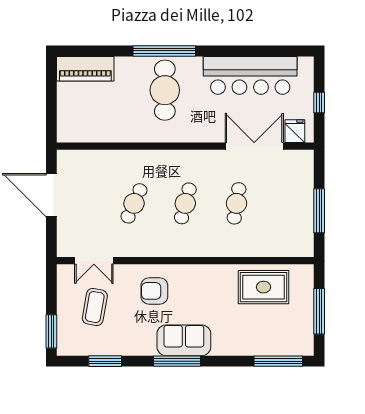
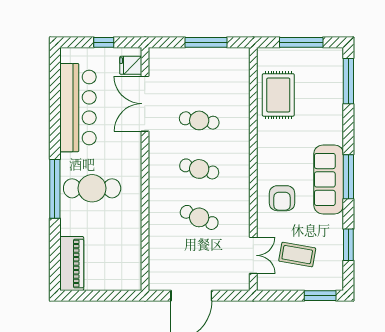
sofa: (184, 340) -> (329, 179), width x1.36

